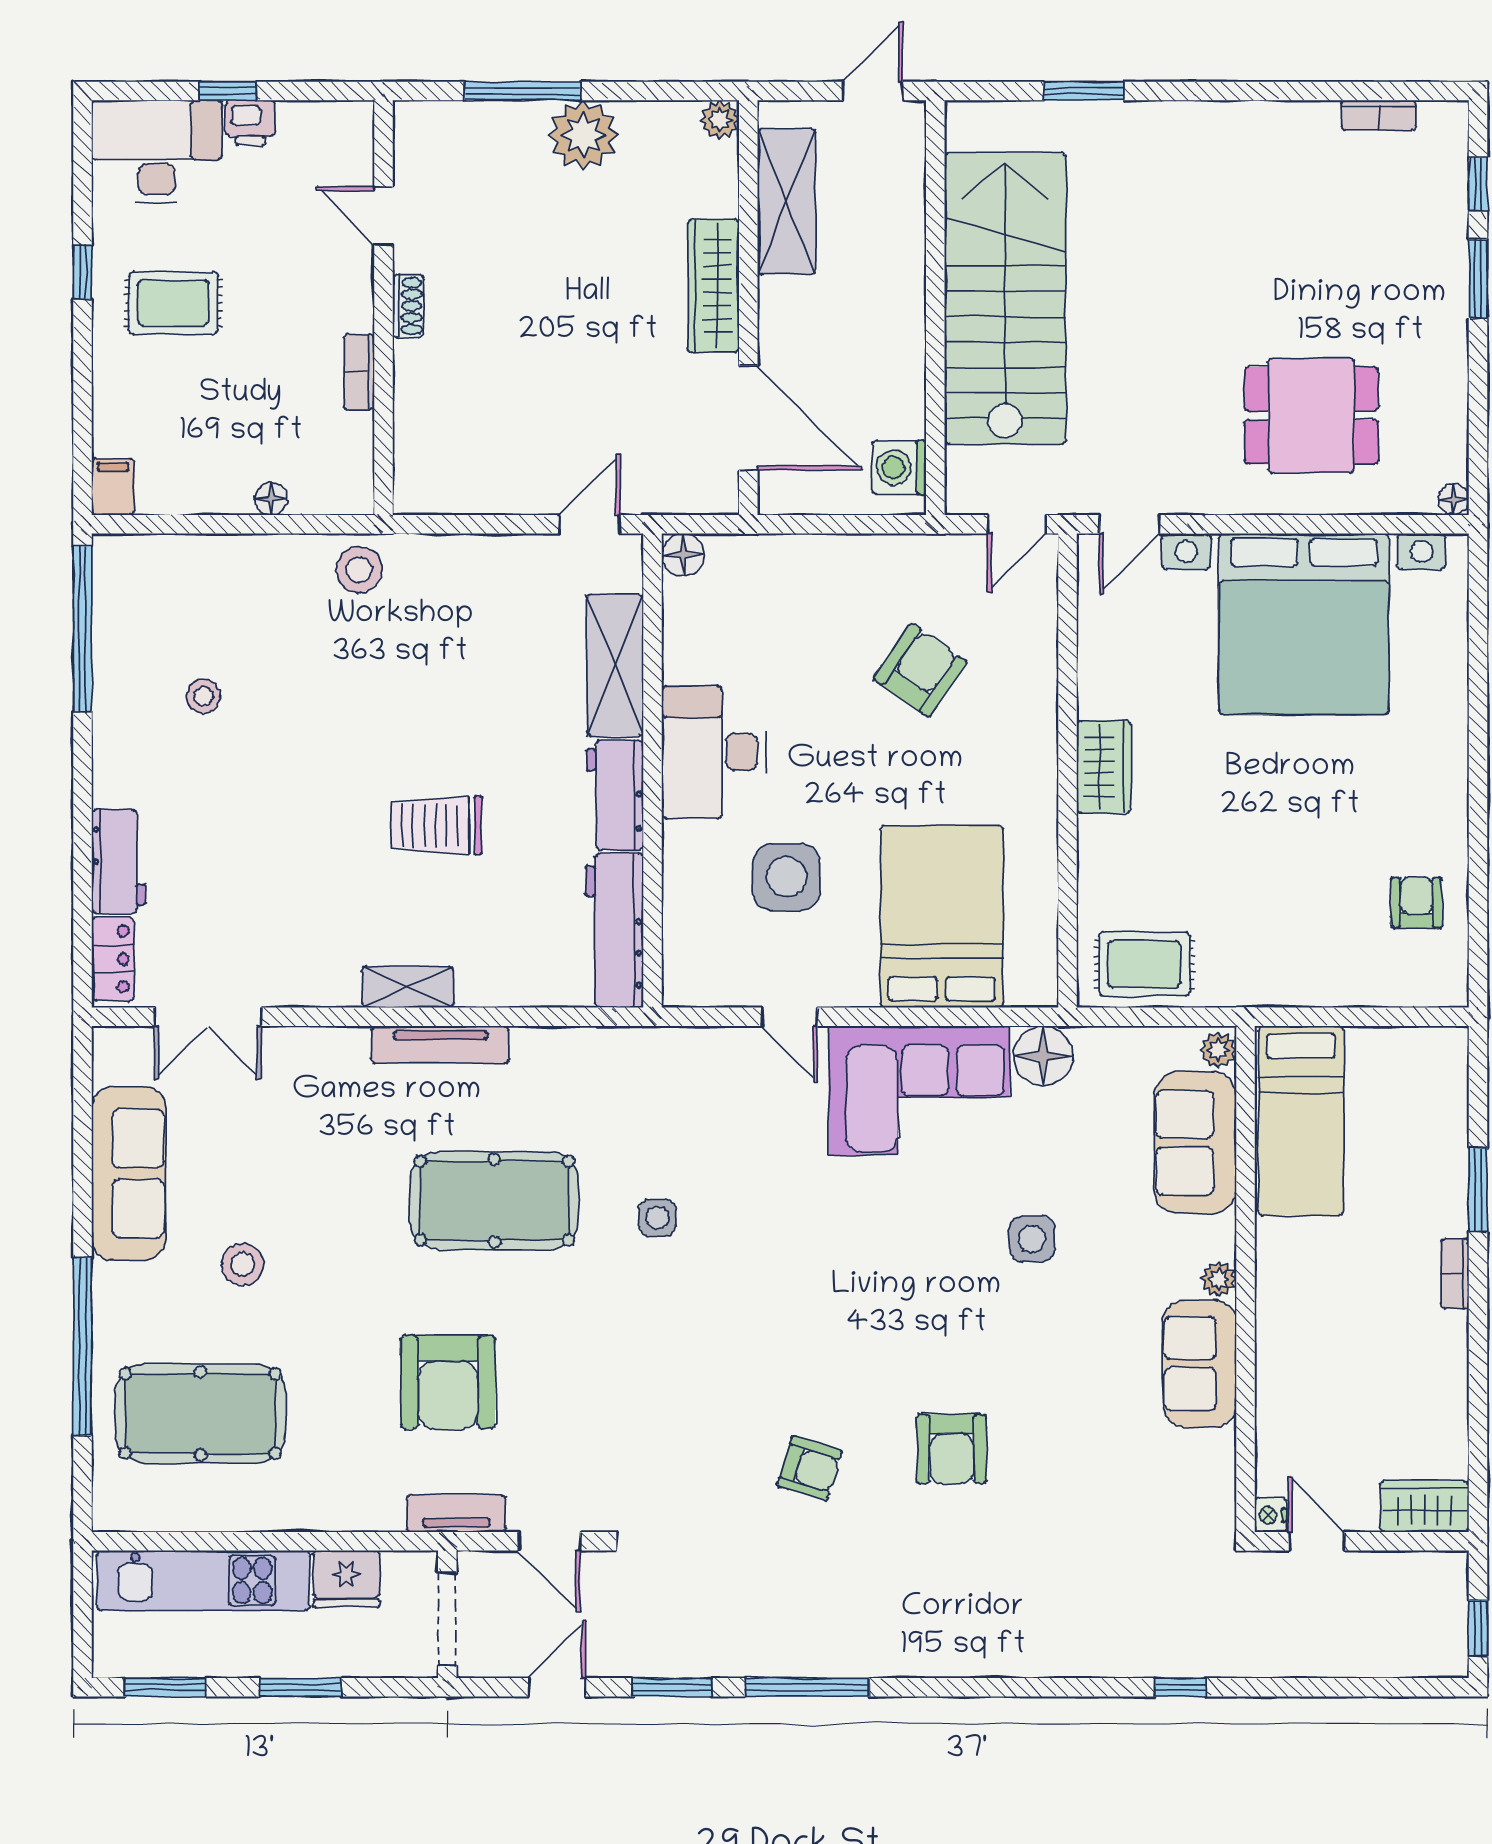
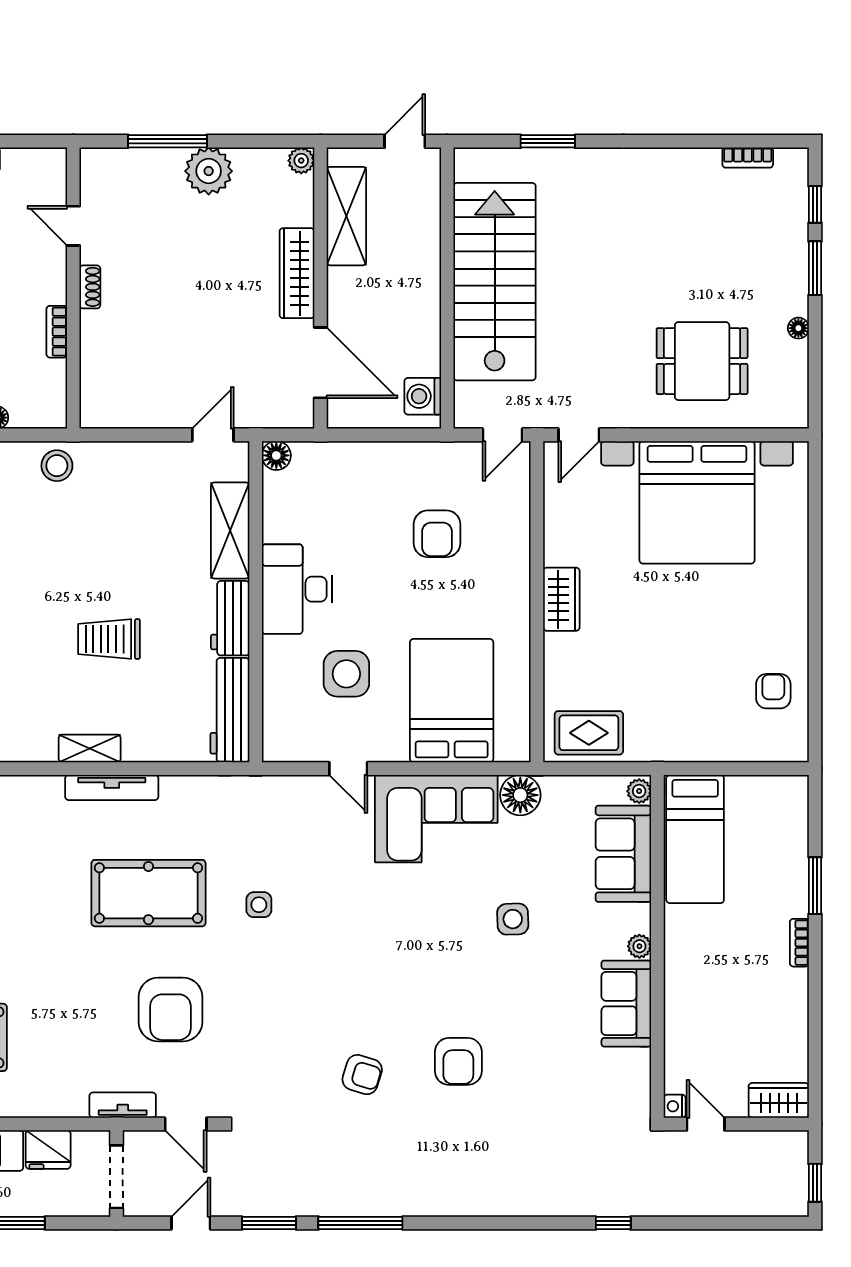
floor lamp: (1453, 499) -> (798, 328), moved
armchair: (920, 670) -> (437, 534), turned 145
armchair: (448, 1382) -> (170, 1010), moved

